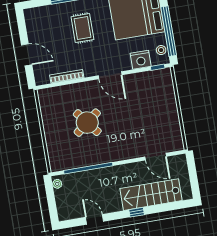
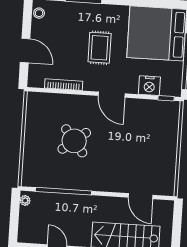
rug: (82, 28) -> (100, 48), moved
stool: (161, 50) -> (39, 13), moved

